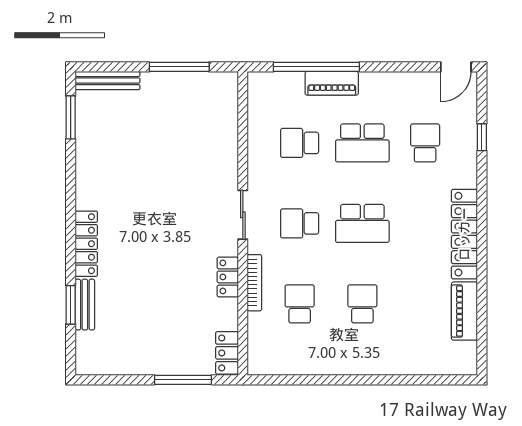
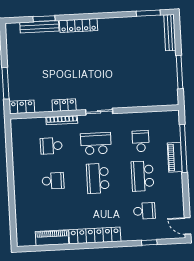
school desk: (300, 223) -> (96, 144), width x1.85
school desk: (300, 304) -> (51, 146), turned 180
bench: (85, 305) -> (39, 27), width x1.36

